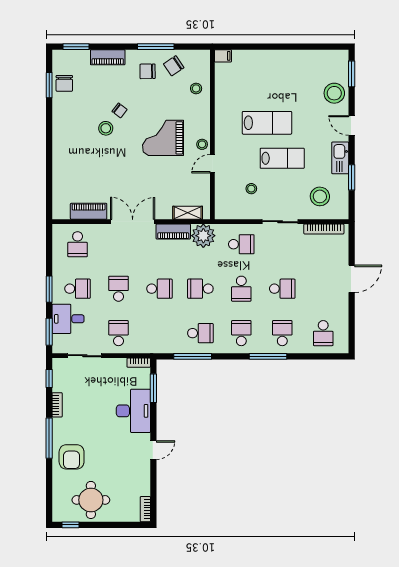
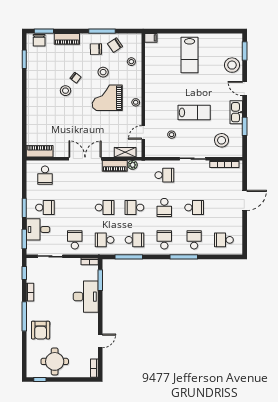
chair: (64, 83) -> (39, 40), moved
stool: (157, 103) -> (103, 72), added
lab bench: (267, 123) -> (190, 55), moved, turned 90
door: (212, 164) -> (143, 132), moved
piano: (89, 211) -> (40, 151), moved
plant: (203, 236) -> (133, 165), width x0.53, depth x0.53
school desk: (118, 289) -> (105, 240), moved, turned -90
school desk: (323, 333) -> (224, 240), turned 90
door: (153, 450) -> (100, 341), moved

